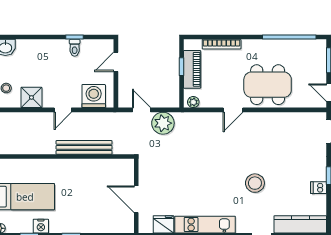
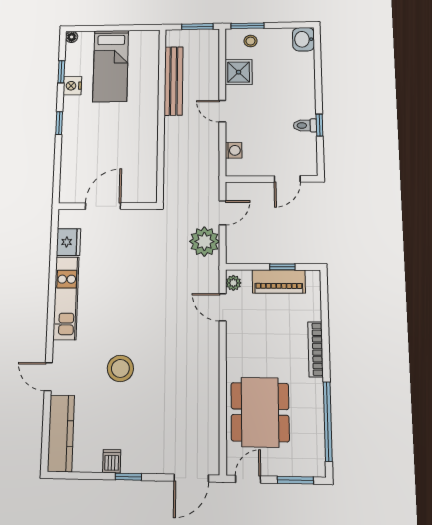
bookcase: (222, 44) -> (316, 349), moved
door: (116, 62) -> (287, 179), swing flipped
dining table: (268, 85) -> (260, 412), moved
washing machine: (94, 96) -> (234, 150), width x0.53, depth x0.53
door: (233, 110) -> (223, 307), moved
bench: (84, 147) -> (174, 81), moved

